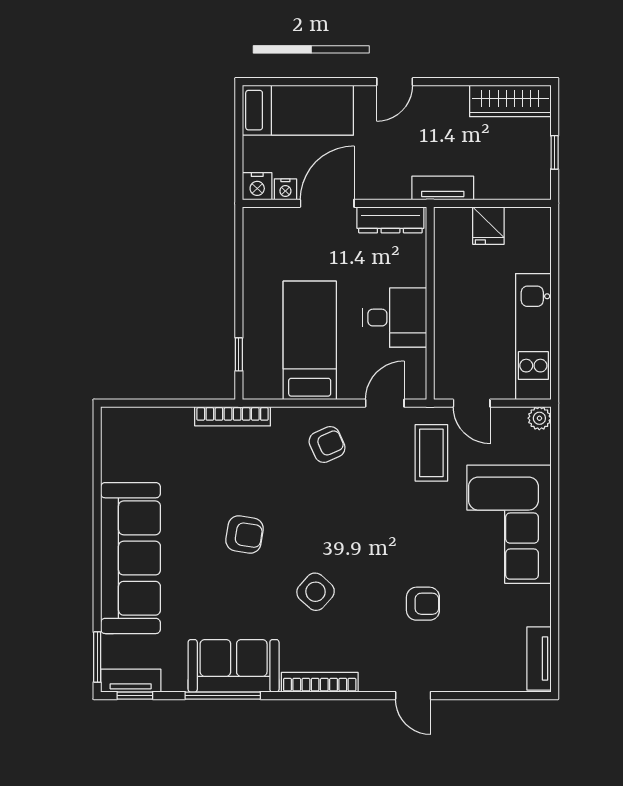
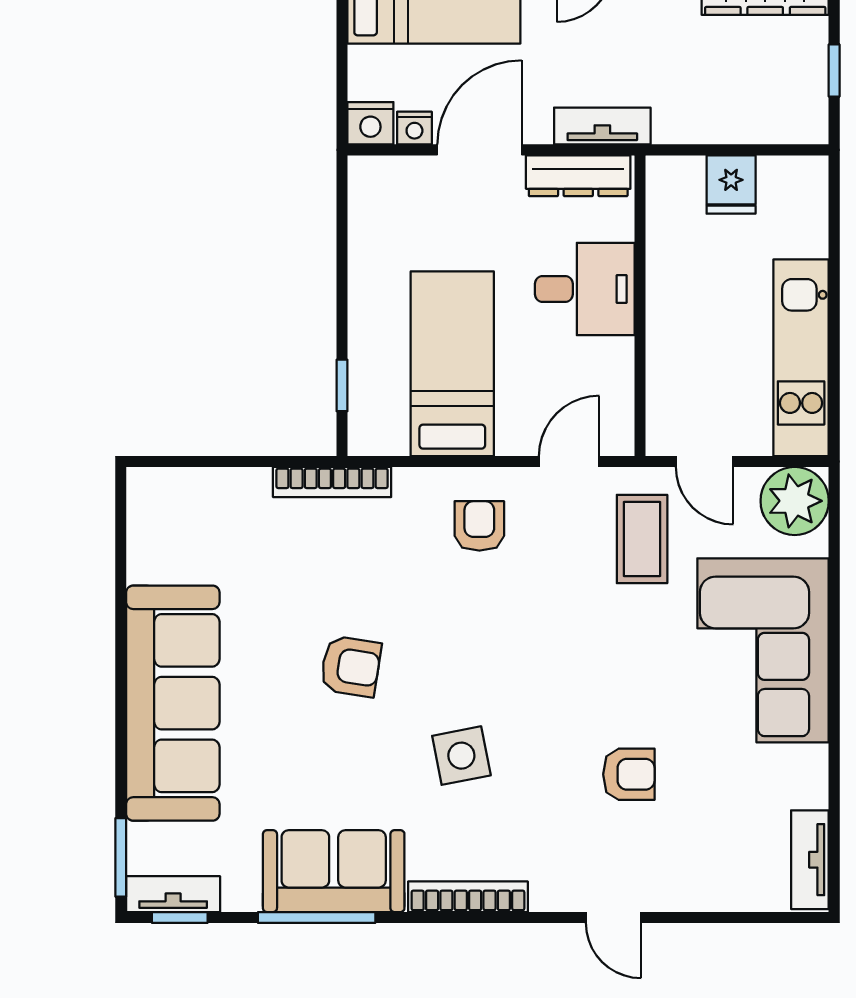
tv unit: (443, 188) -> (602, 126), moved
desk: (395, 318) -> (585, 289), moved
plant: (539, 418) -> (795, 501), width x1.88, depth x1.88
armchair: (327, 444) -> (479, 526), turned -66
side table: (316, 592) -> (461, 756), turned 37

